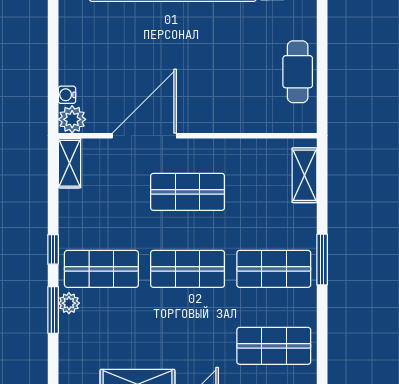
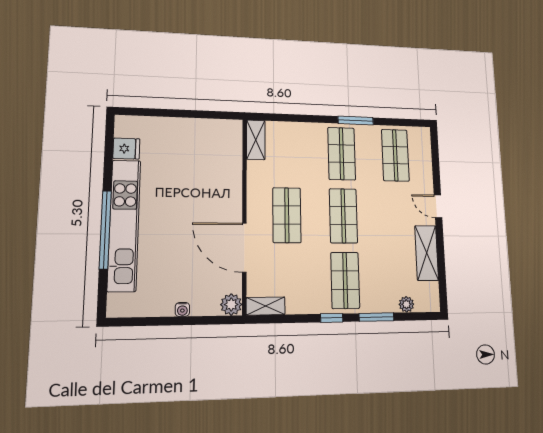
cafe table: (298, 72) -> (196, 132), removed
water cooler: (67, 95) -> (182, 309), moved
shelving: (304, 175) -> (256, 140), moved, turned 90
window: (322, 260) -> (356, 120), moved
plant: (69, 303) -> (406, 304), moved

